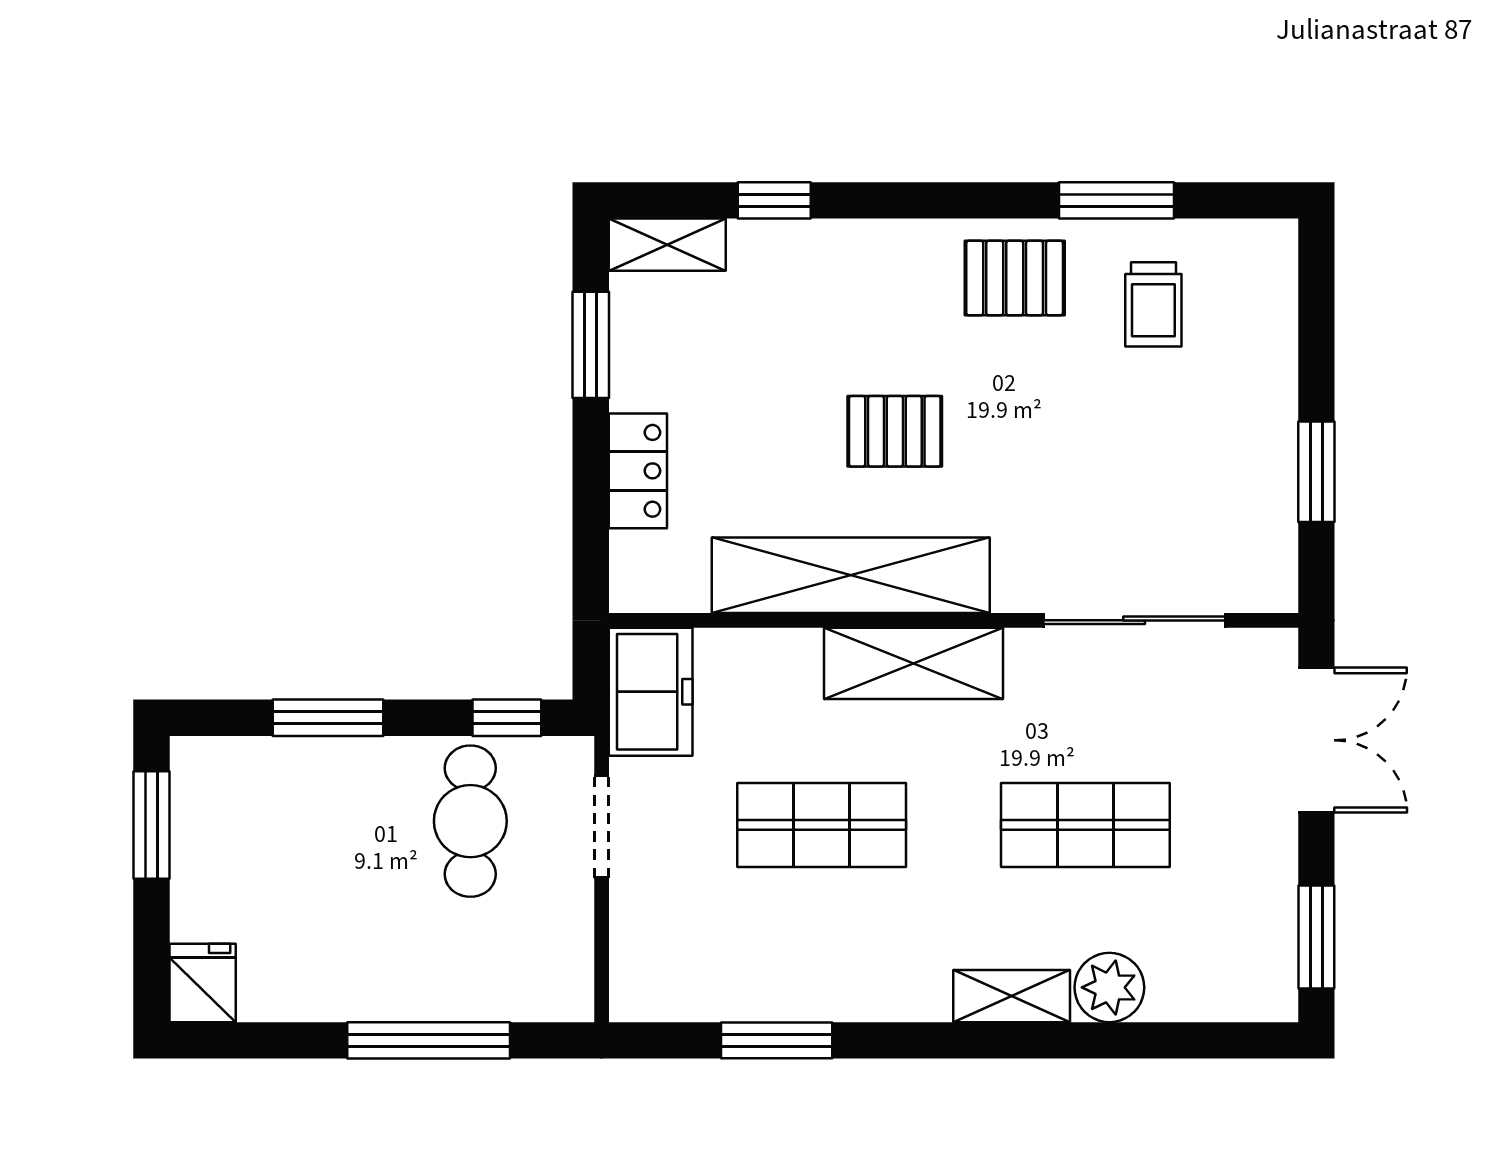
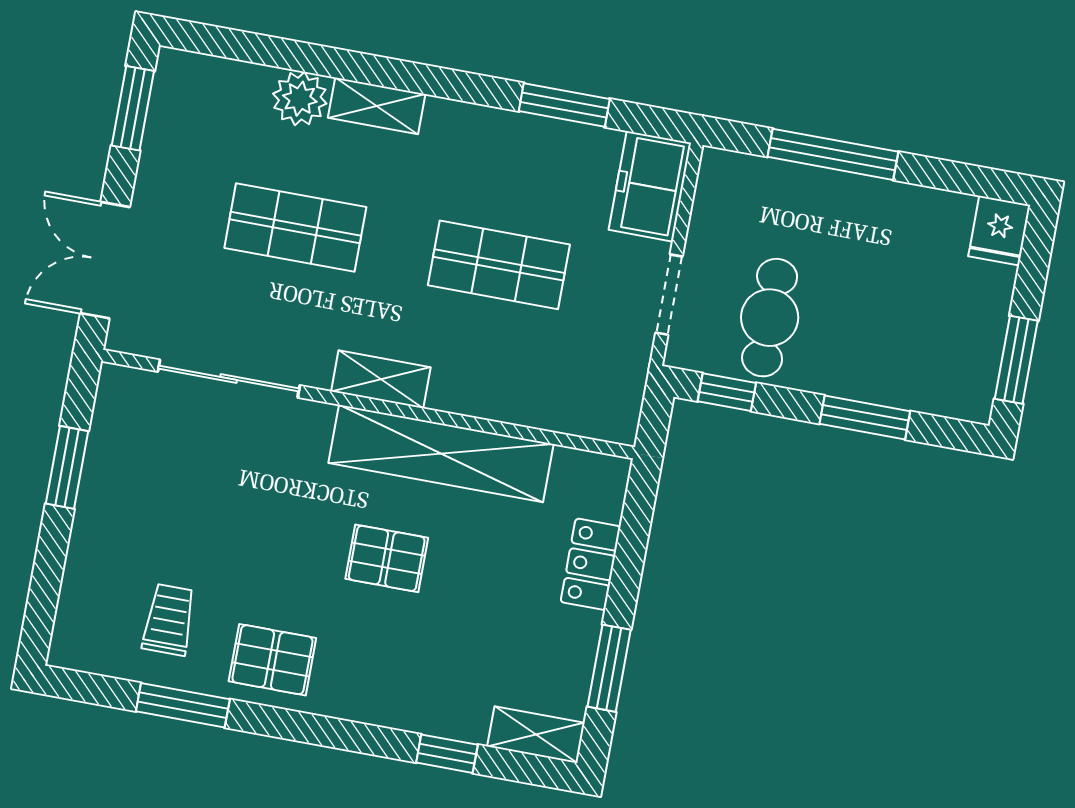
shelving: (913, 663) -> (381, 379), width x0.67, depth x0.75
freezer: (651, 692) -> (650, 186), moved

